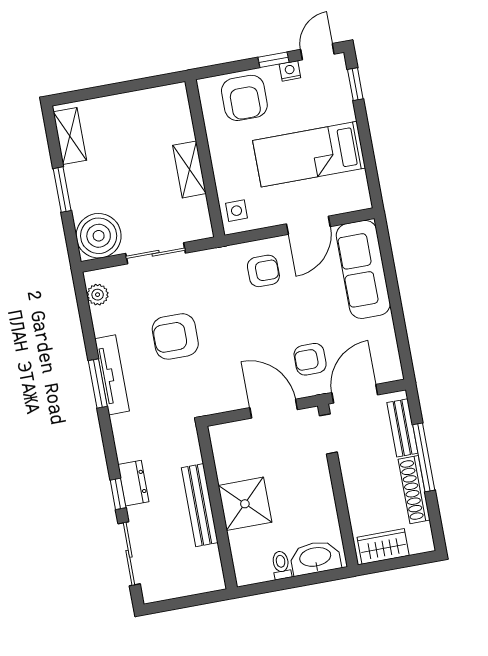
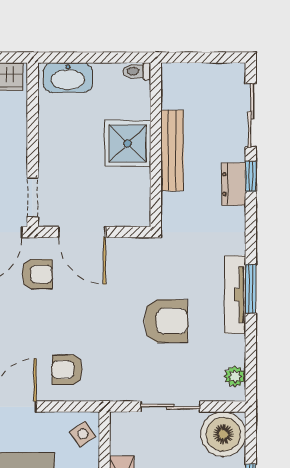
side table: (236, 211) -> (83, 434), turned -35
toilet: (281, 565) -> (137, 71), moved, turned 90

